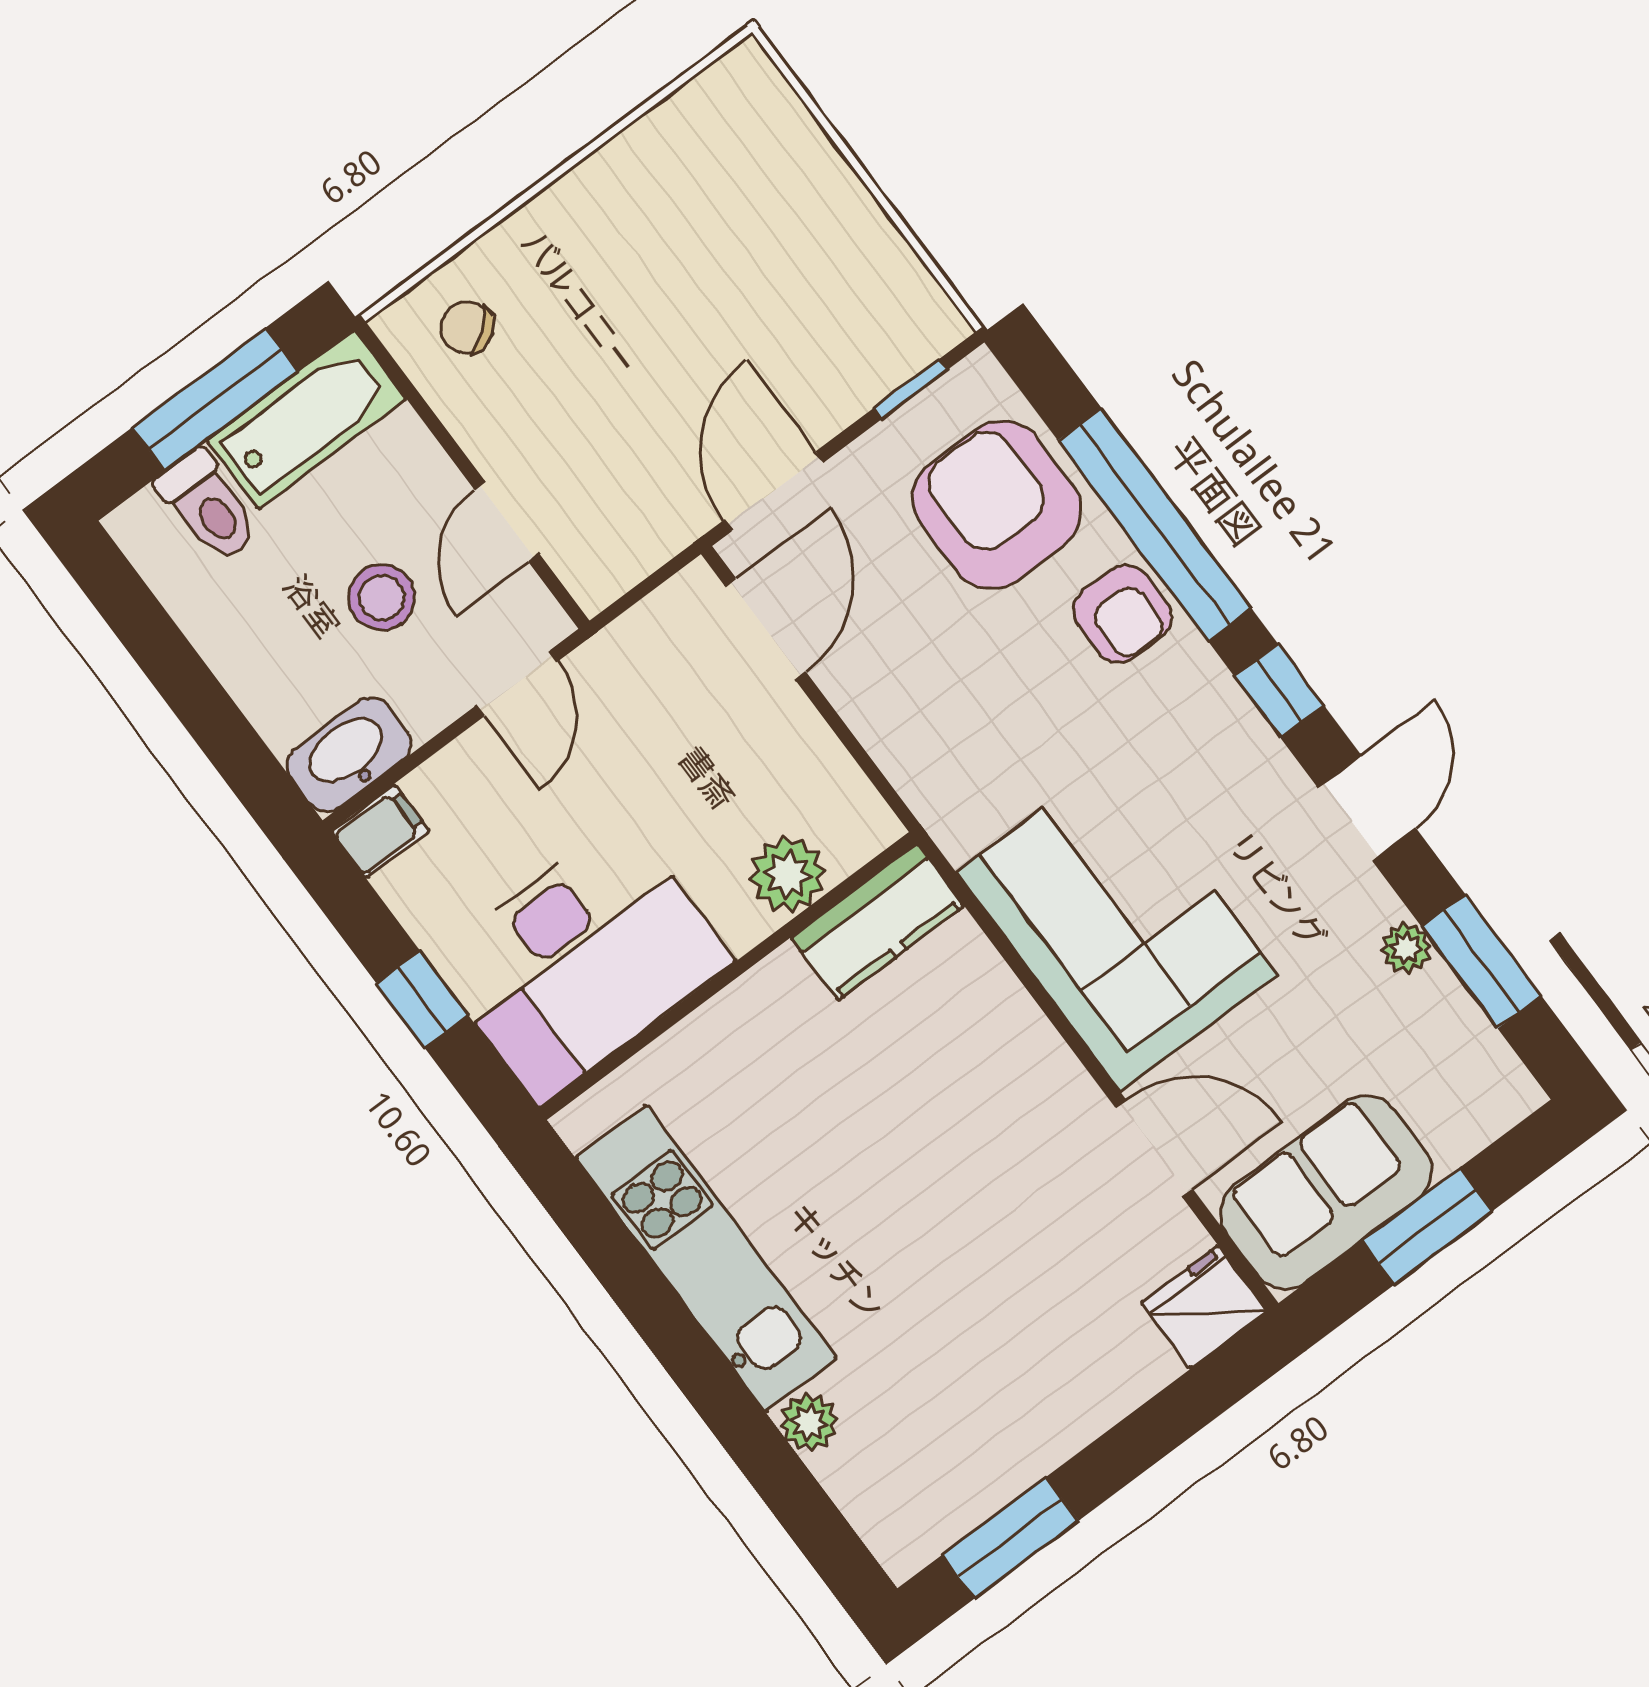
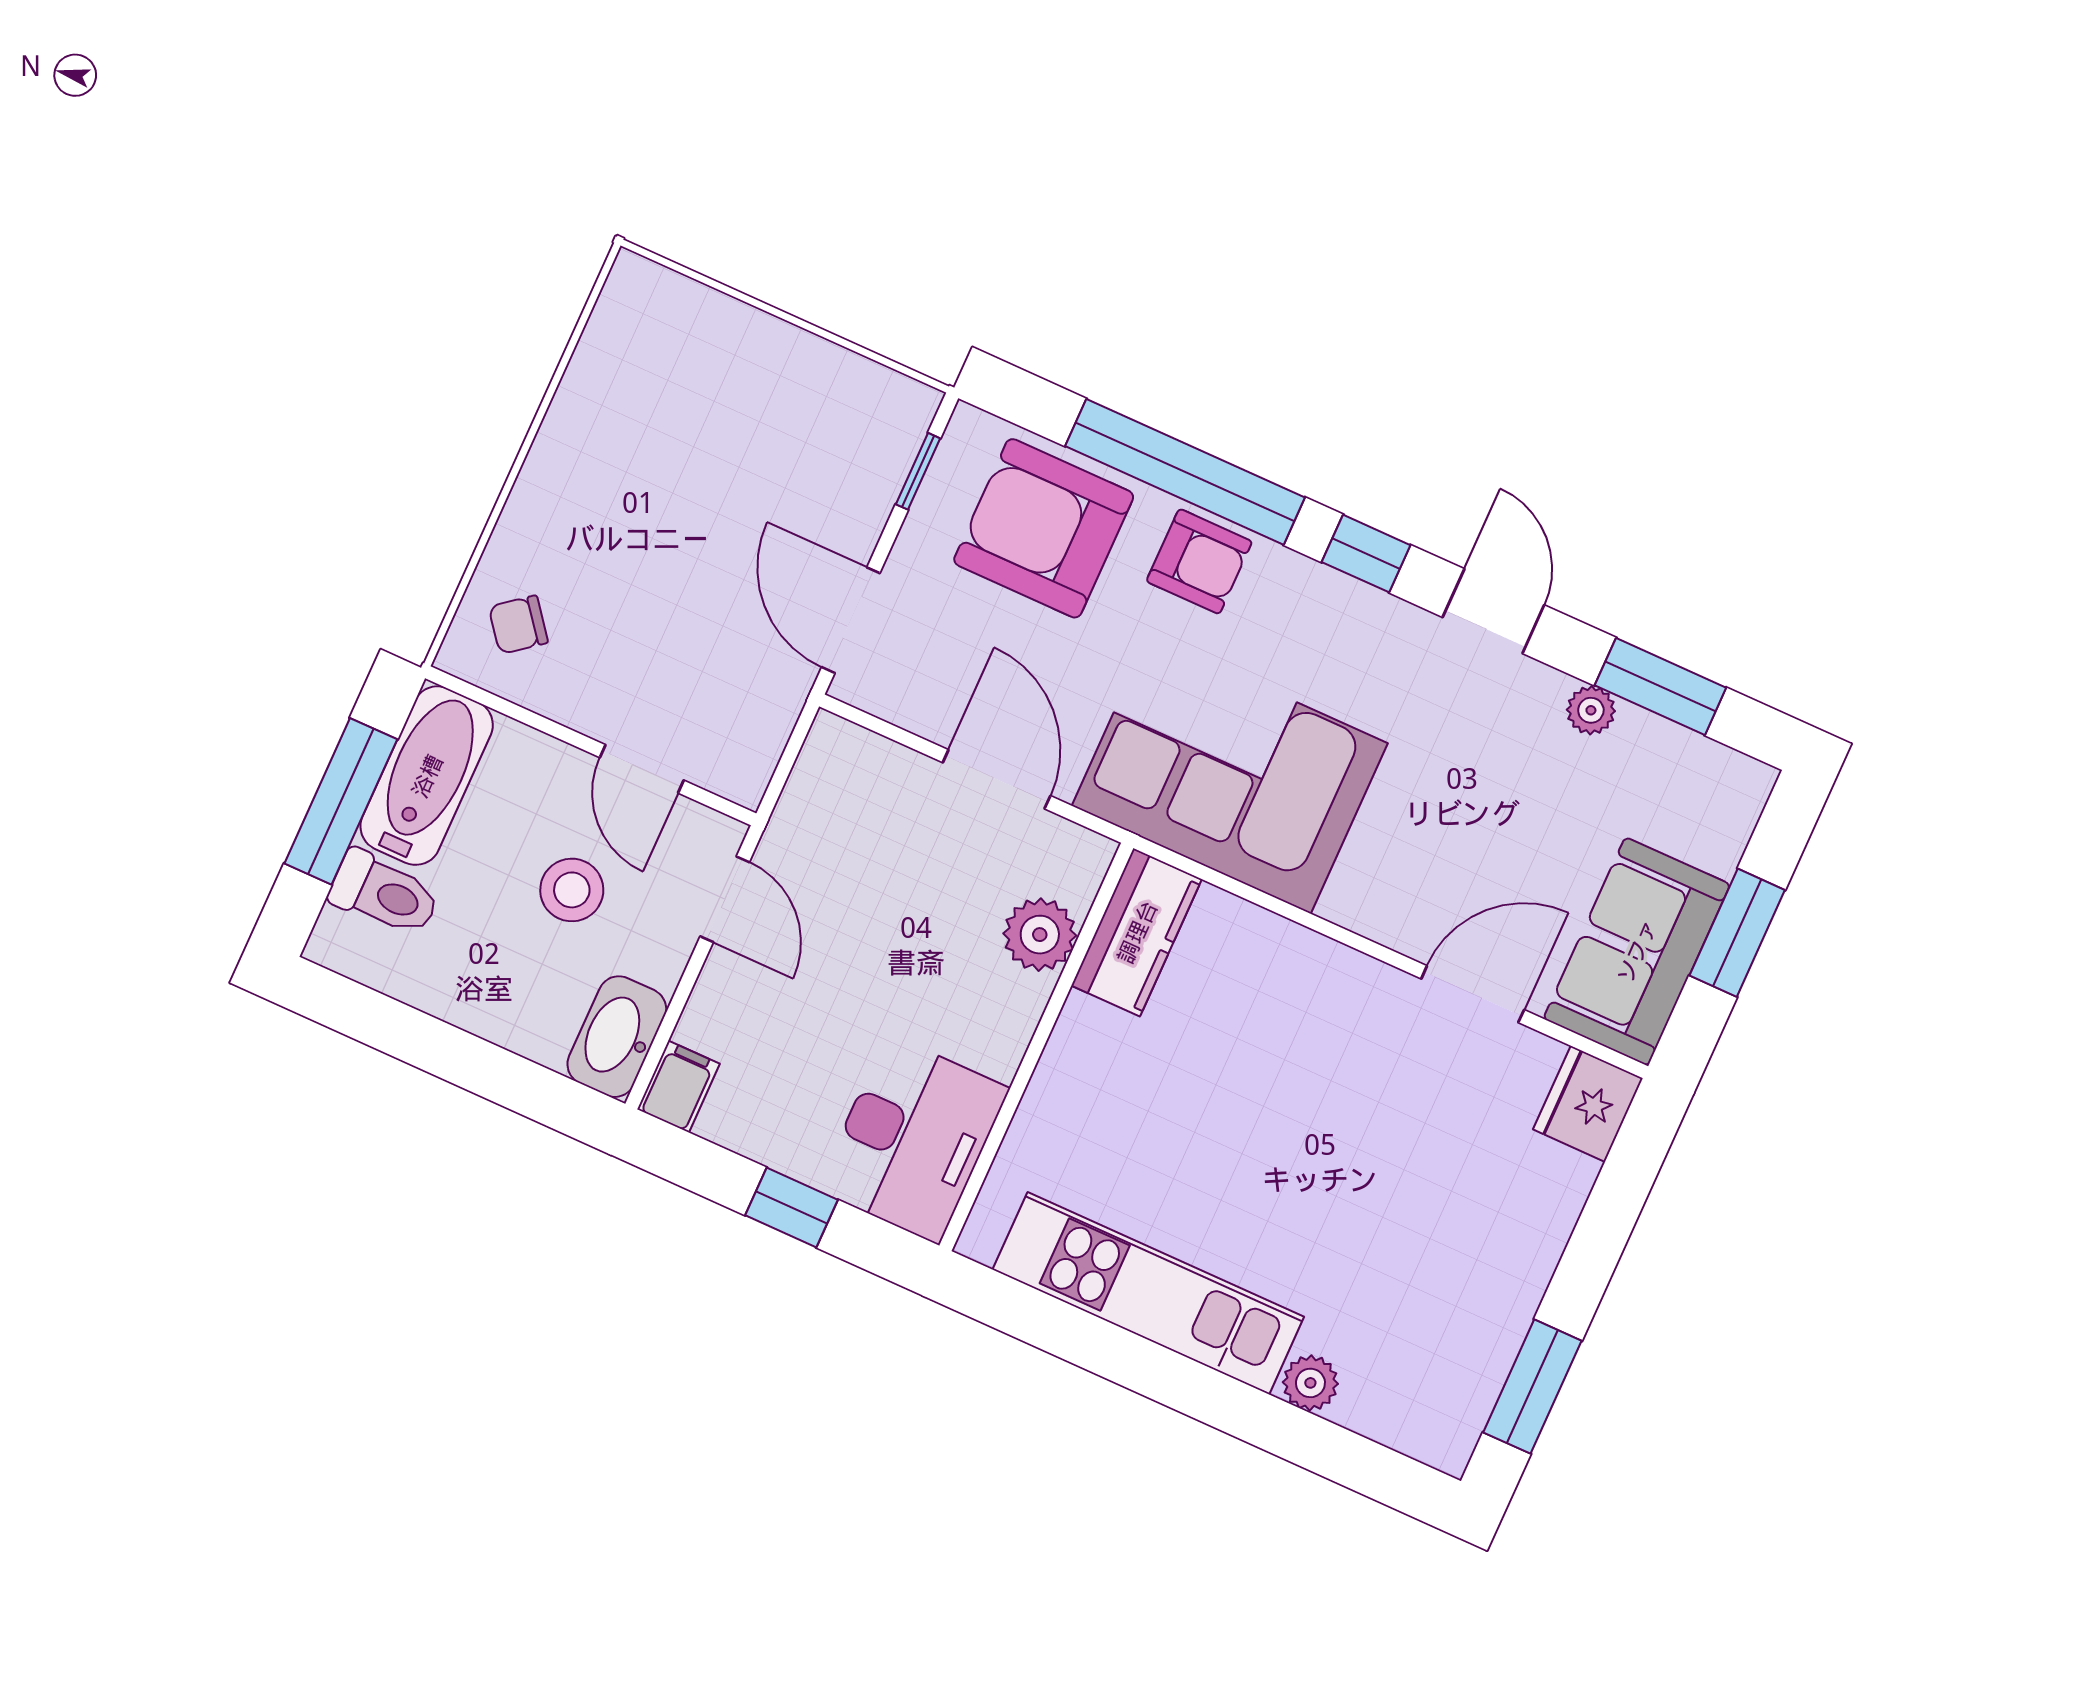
door: (766, 629) -> (997, 779), moved
corner sofa: (1117, 923) -> (1230, 775), moved
desk: (582, 961) -> (913, 1139), width x0.73, depth x0.77

